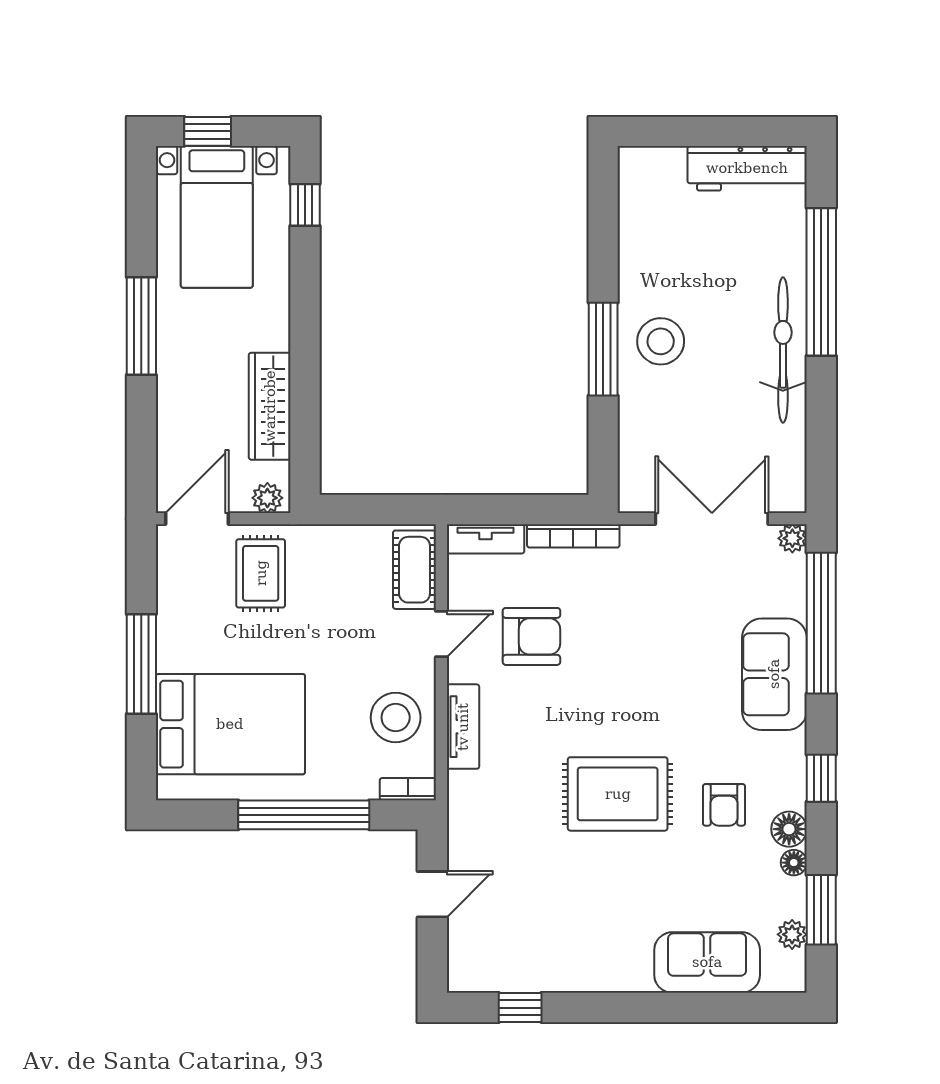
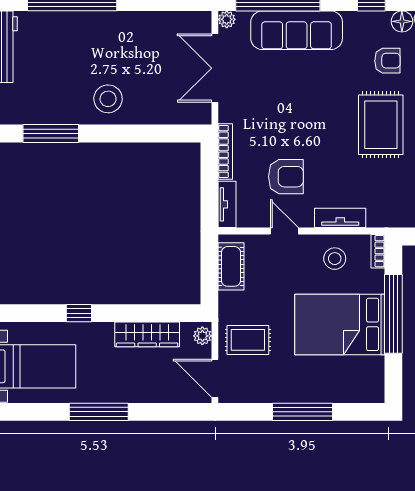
window: (305, 205) -> (79, 313), moved
window: (603, 349) -> (51, 134), moved
bicycle: (783, 350) -> (113, 25), removed
cot: (414, 570) -> (231, 266), moved, turned 90
armchair: (531, 636) -> (286, 177), turned 90
sofa: (774, 674) -> (297, 30), width x1.36
stool: (396, 717) -> (335, 259), width x0.73, depth x0.73
bed: (230, 724) -> (340, 324), moved, turned -90

